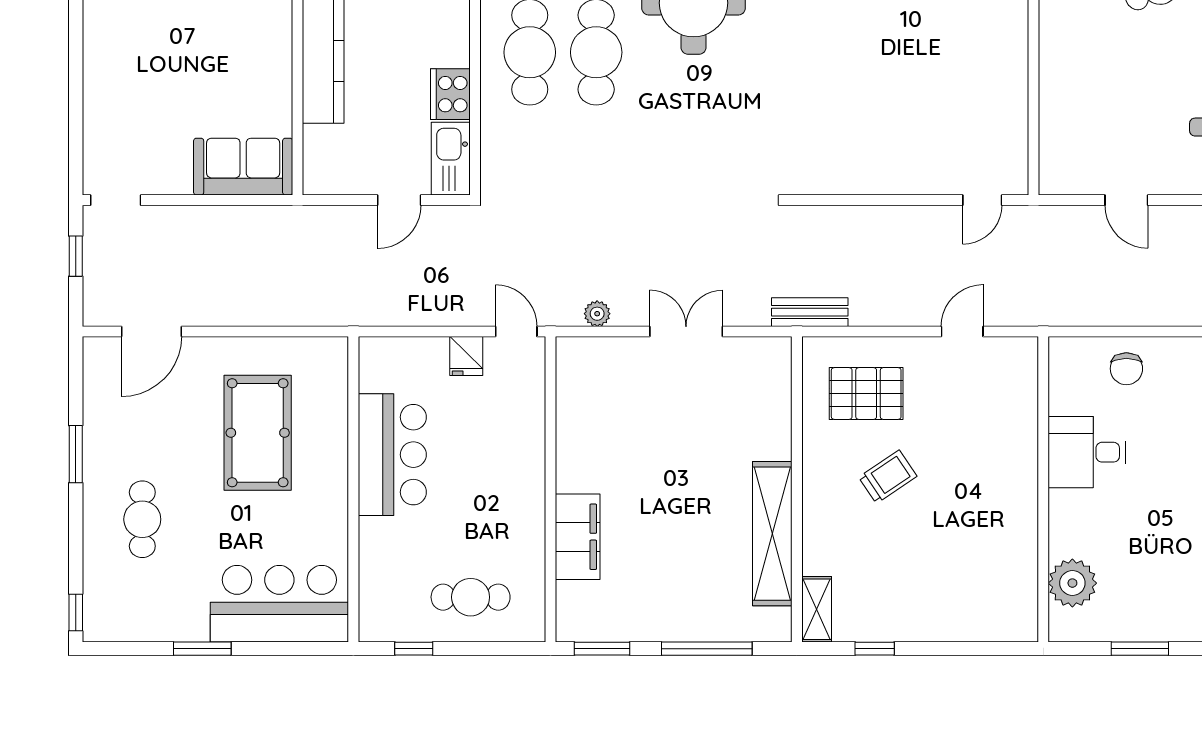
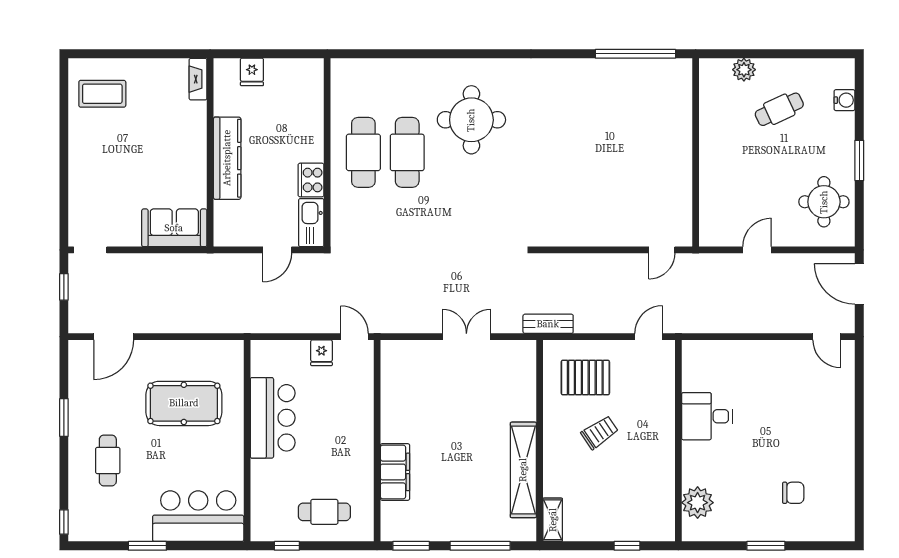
door: (1126, 200) -> (757, 250), swing flipped
plant: (597, 314) -> (408, 325), removed
chair: (1126, 369) -> (793, 493), moved, turned -90
pool table: (258, 433) -> (184, 403), turned 90
desk: (1087, 452) -> (707, 416), moved
wall: (1043, 489) -> (678, 441), moved
plant: (1072, 583) -> (698, 503), moved
window: (875, 649) -> (627, 546), moved

